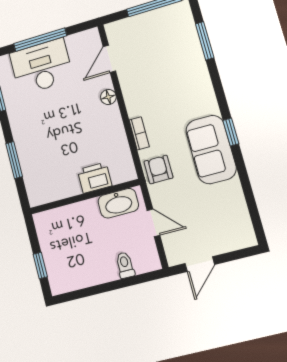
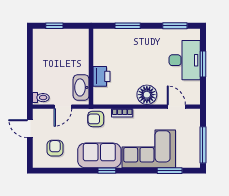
window: (40, 40) -> (203, 64), width x0.69
corner sofa: (181, 80) -> (149, 149), added
floor lamp: (108, 97) -> (147, 95), width x1.89, depth x1.89
armchair: (158, 170) -> (96, 119), turned 180
armchair: (219, 219) -> (55, 148), added
toilet: (125, 265) -> (41, 98), moved

